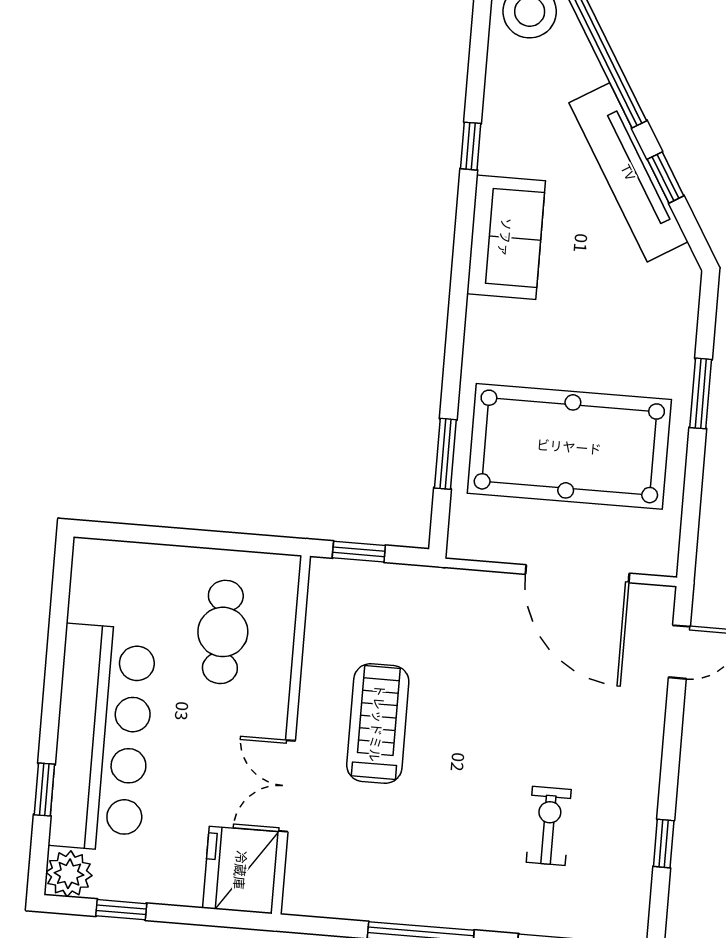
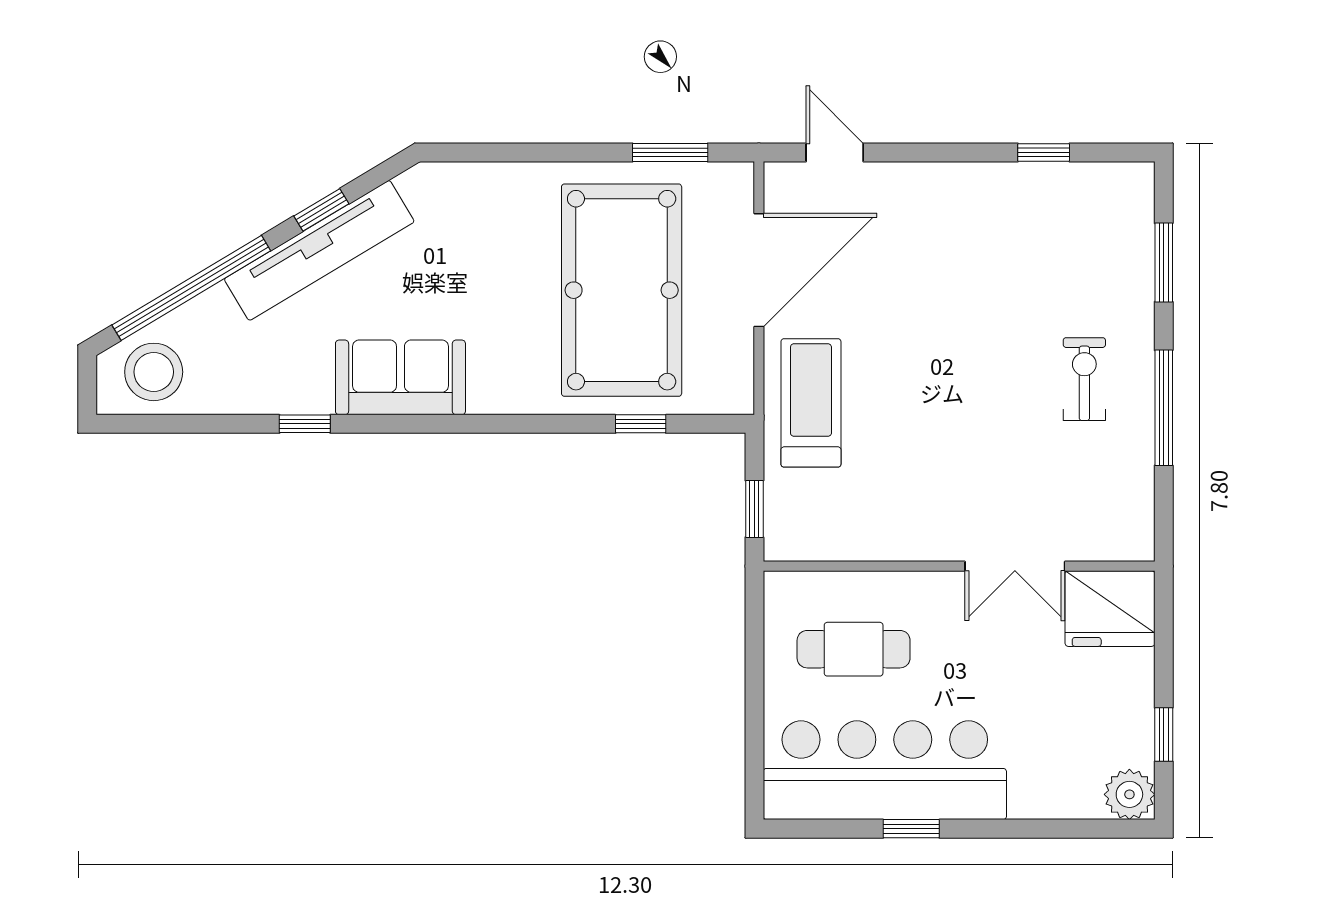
window: (701, 393) -> (670, 152), moved
window: (445, 454) -> (641, 424), width x0.67
treadmill: (378, 723) -> (811, 403), moved, turned 90
bar counter: (102, 738) -> (885, 770), moved
window: (44, 789) -> (911, 829), moved
exercise bike: (549, 826) -> (1084, 379), moved, turned 90

